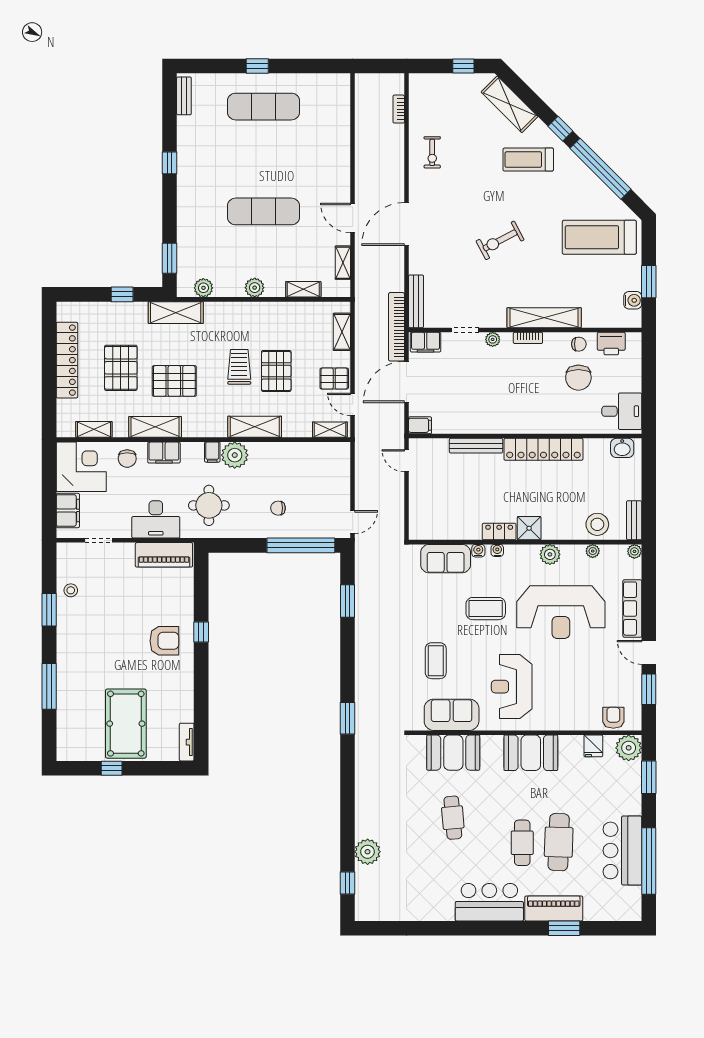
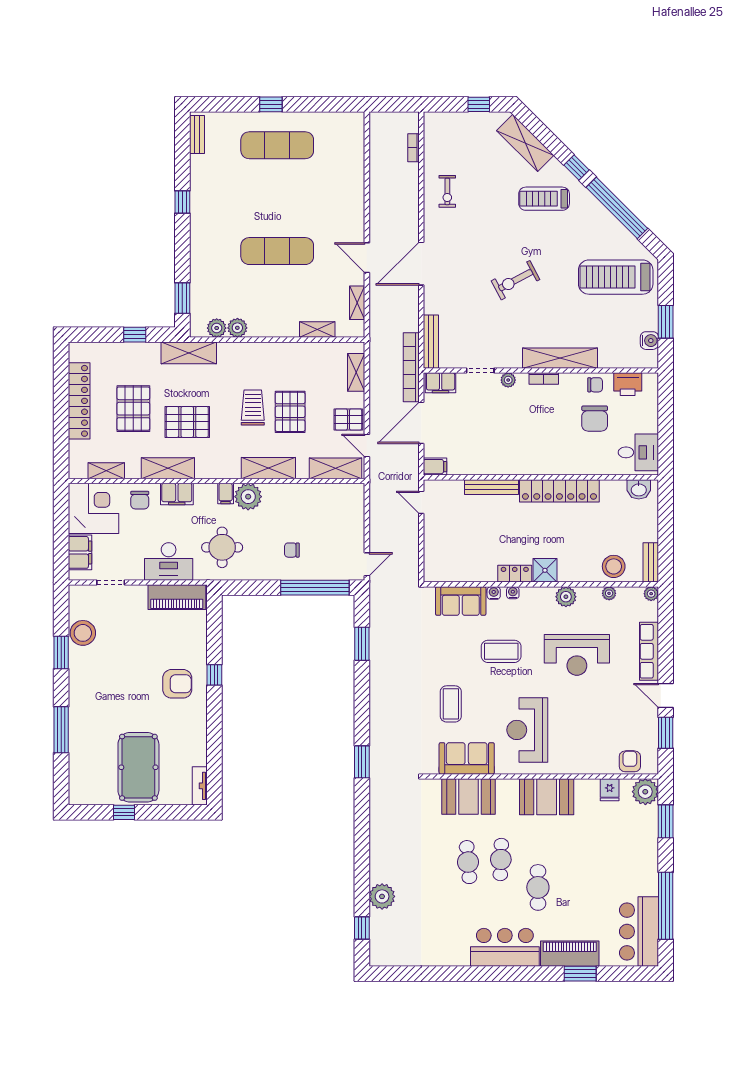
plant: (255, 288) -> (237, 328), moved
shelving: (330, 430) -> (335, 468), width x1.50, depth x1.33
stool: (71, 590) -> (83, 633), width x1.89, depth x1.89
reception desk: (561, 612) -> (577, 655), width x0.74, depth x0.77
cafe table: (559, 842) -> (501, 859), moved, width x0.73, depth x0.74
bar counter: (622, 850) -> (639, 932), moved

